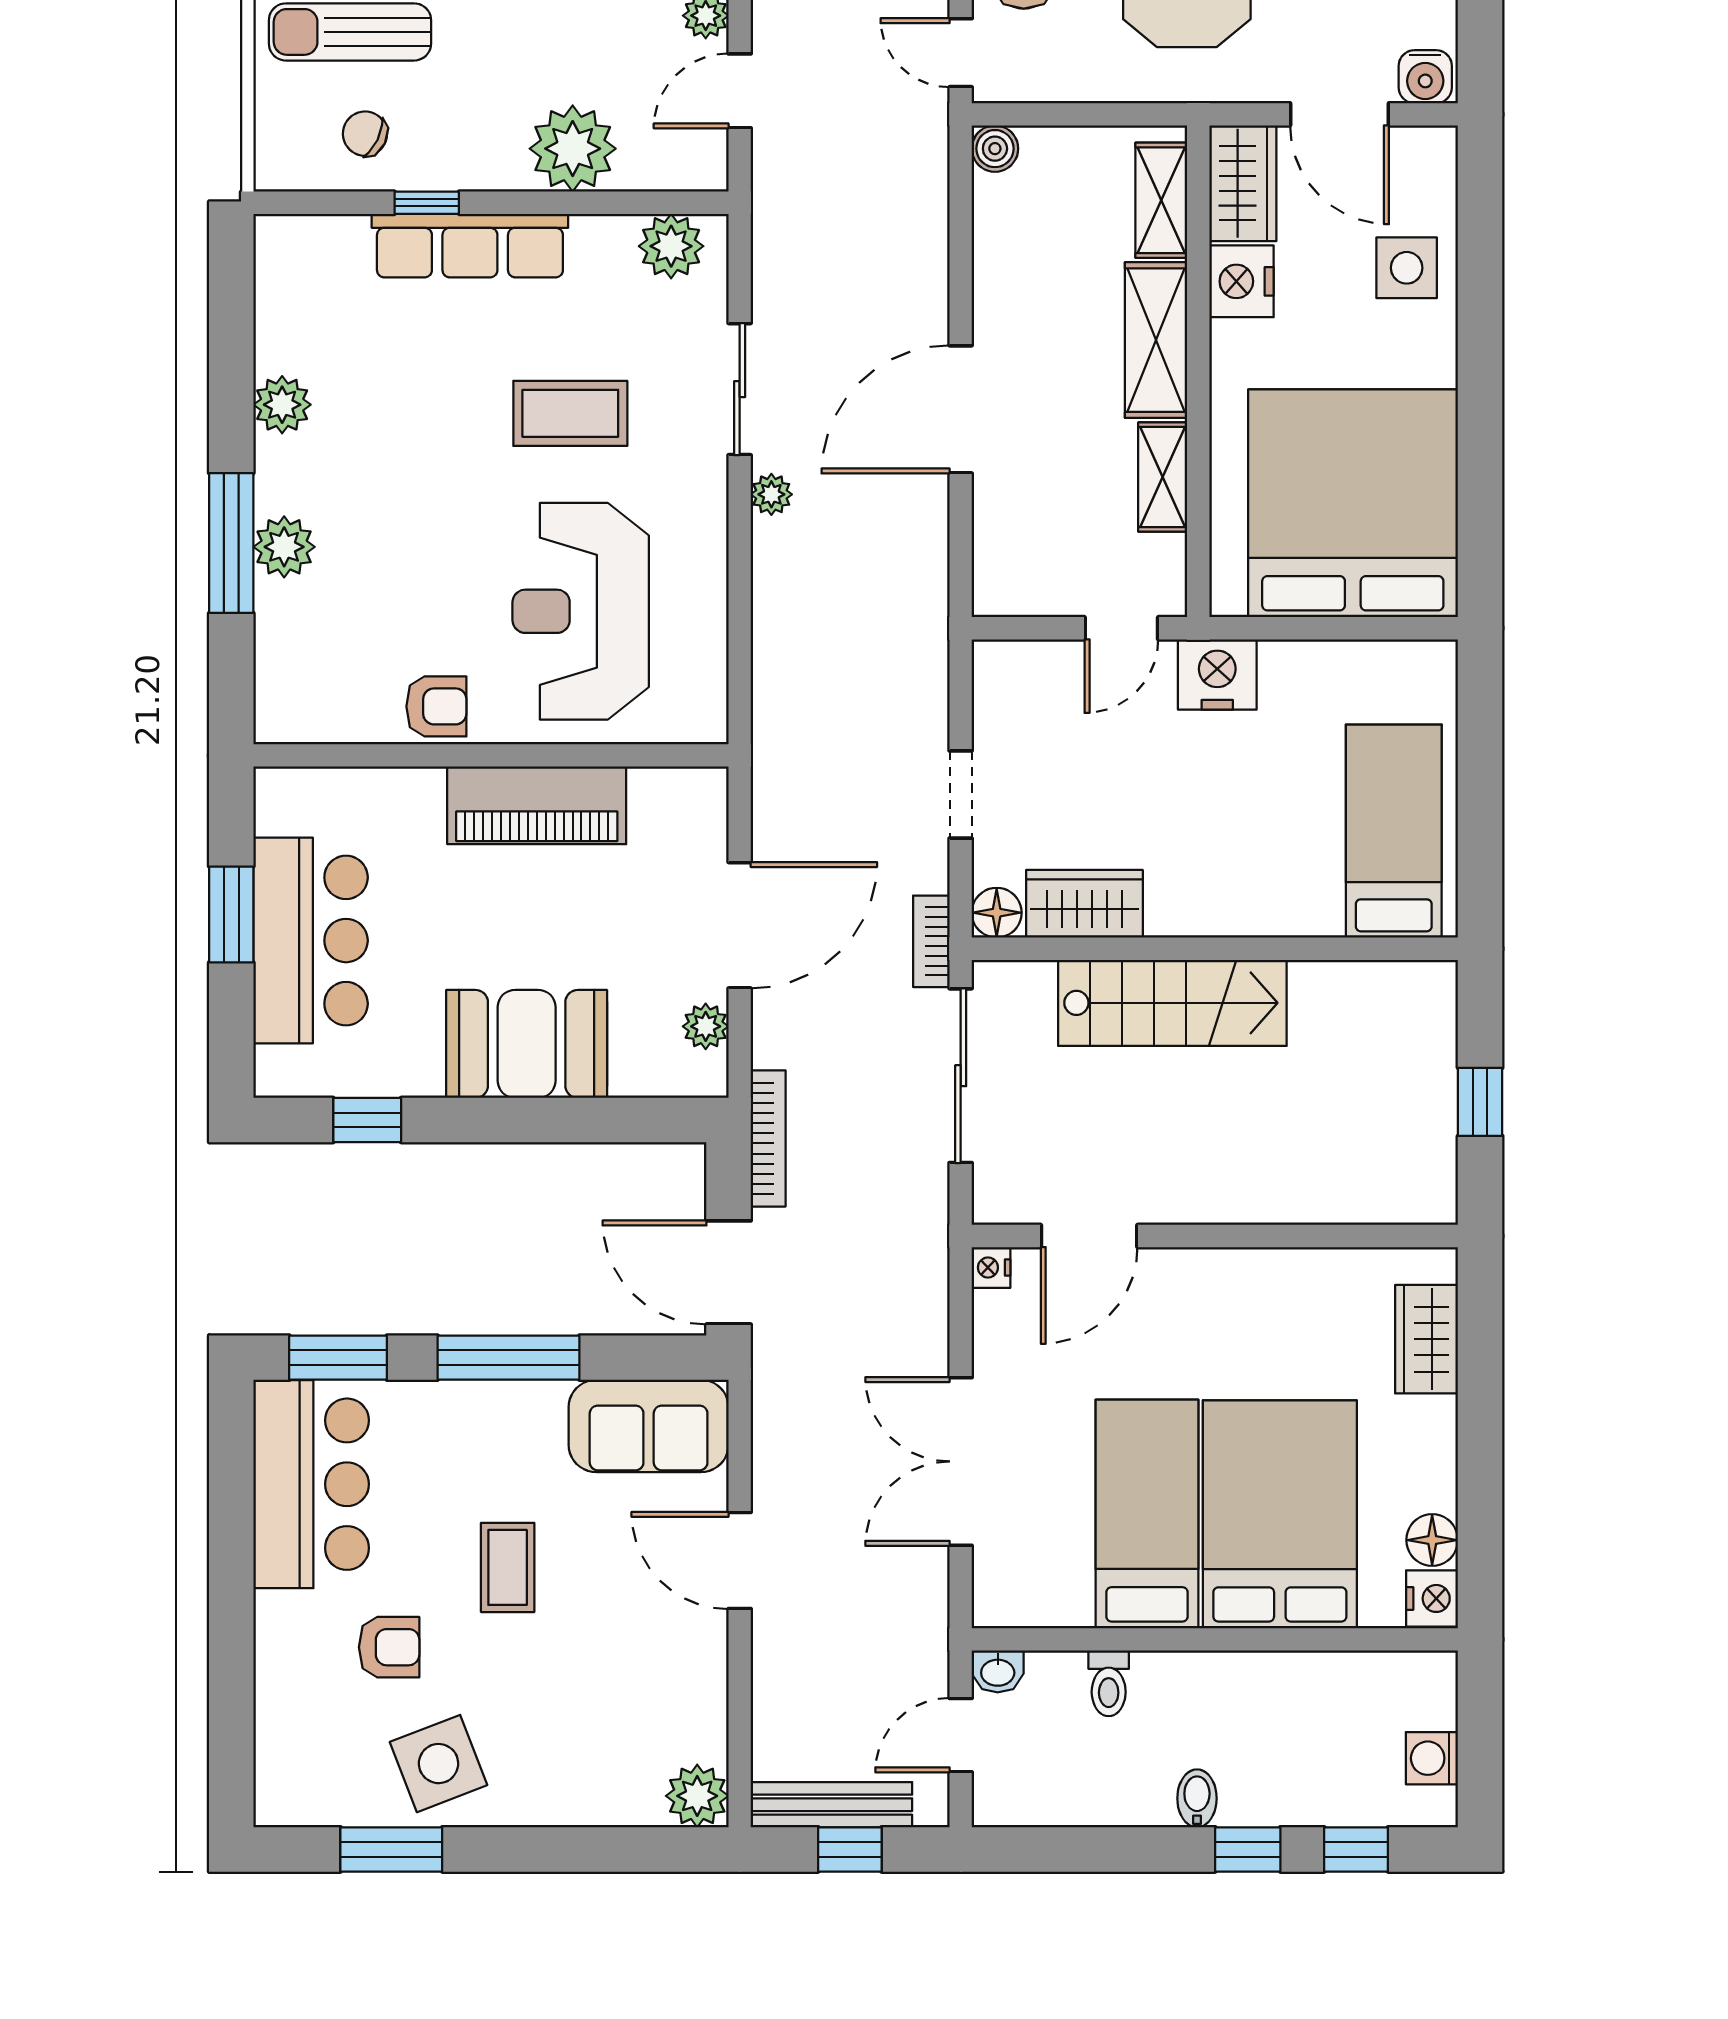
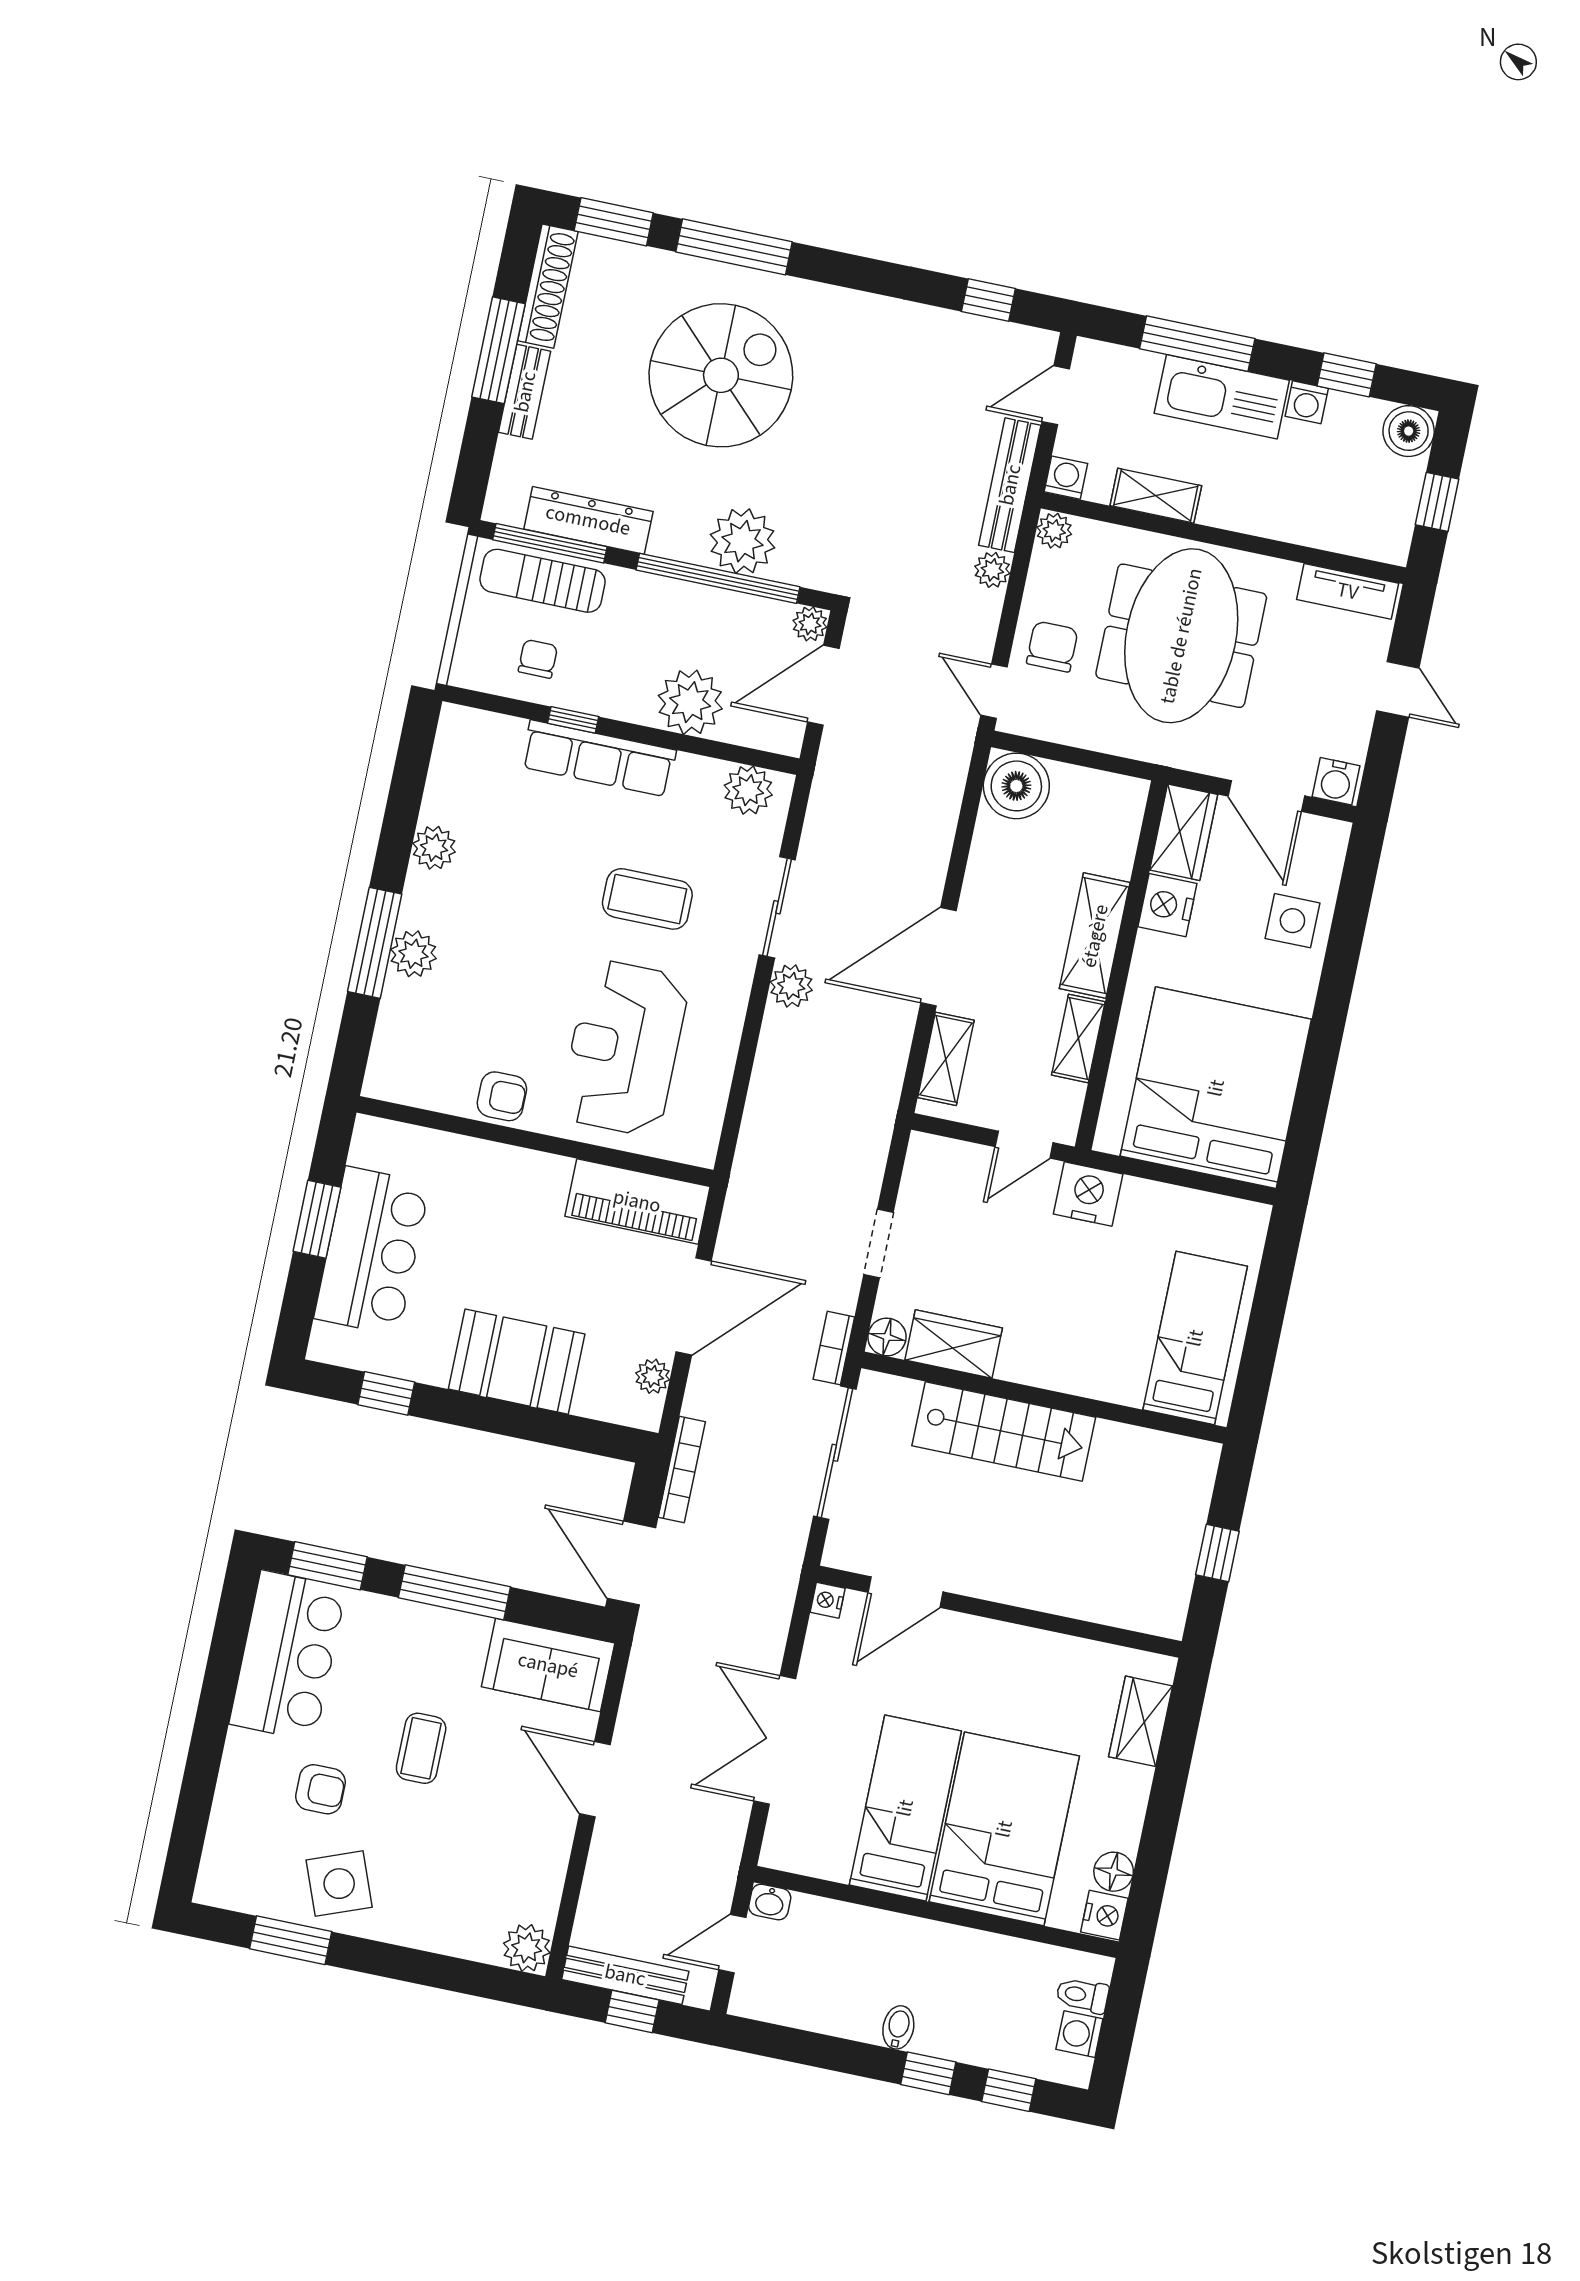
door: (740, 91) -> (823, 685), width x1.38
chair: (365, 134) -> (538, 659), turned 64
boiler: (995, 149) -> (1016, 786), width x1.86, depth x1.86
shelving: (1161, 200) -> (946, 1059), moved
plant: (771, 494) -> (791, 986), width x1.38, depth x1.38
piano: (537, 805) -> (637, 1201), moved
toilet: (1109, 1683) -> (1082, 1995), moved, turned 90

